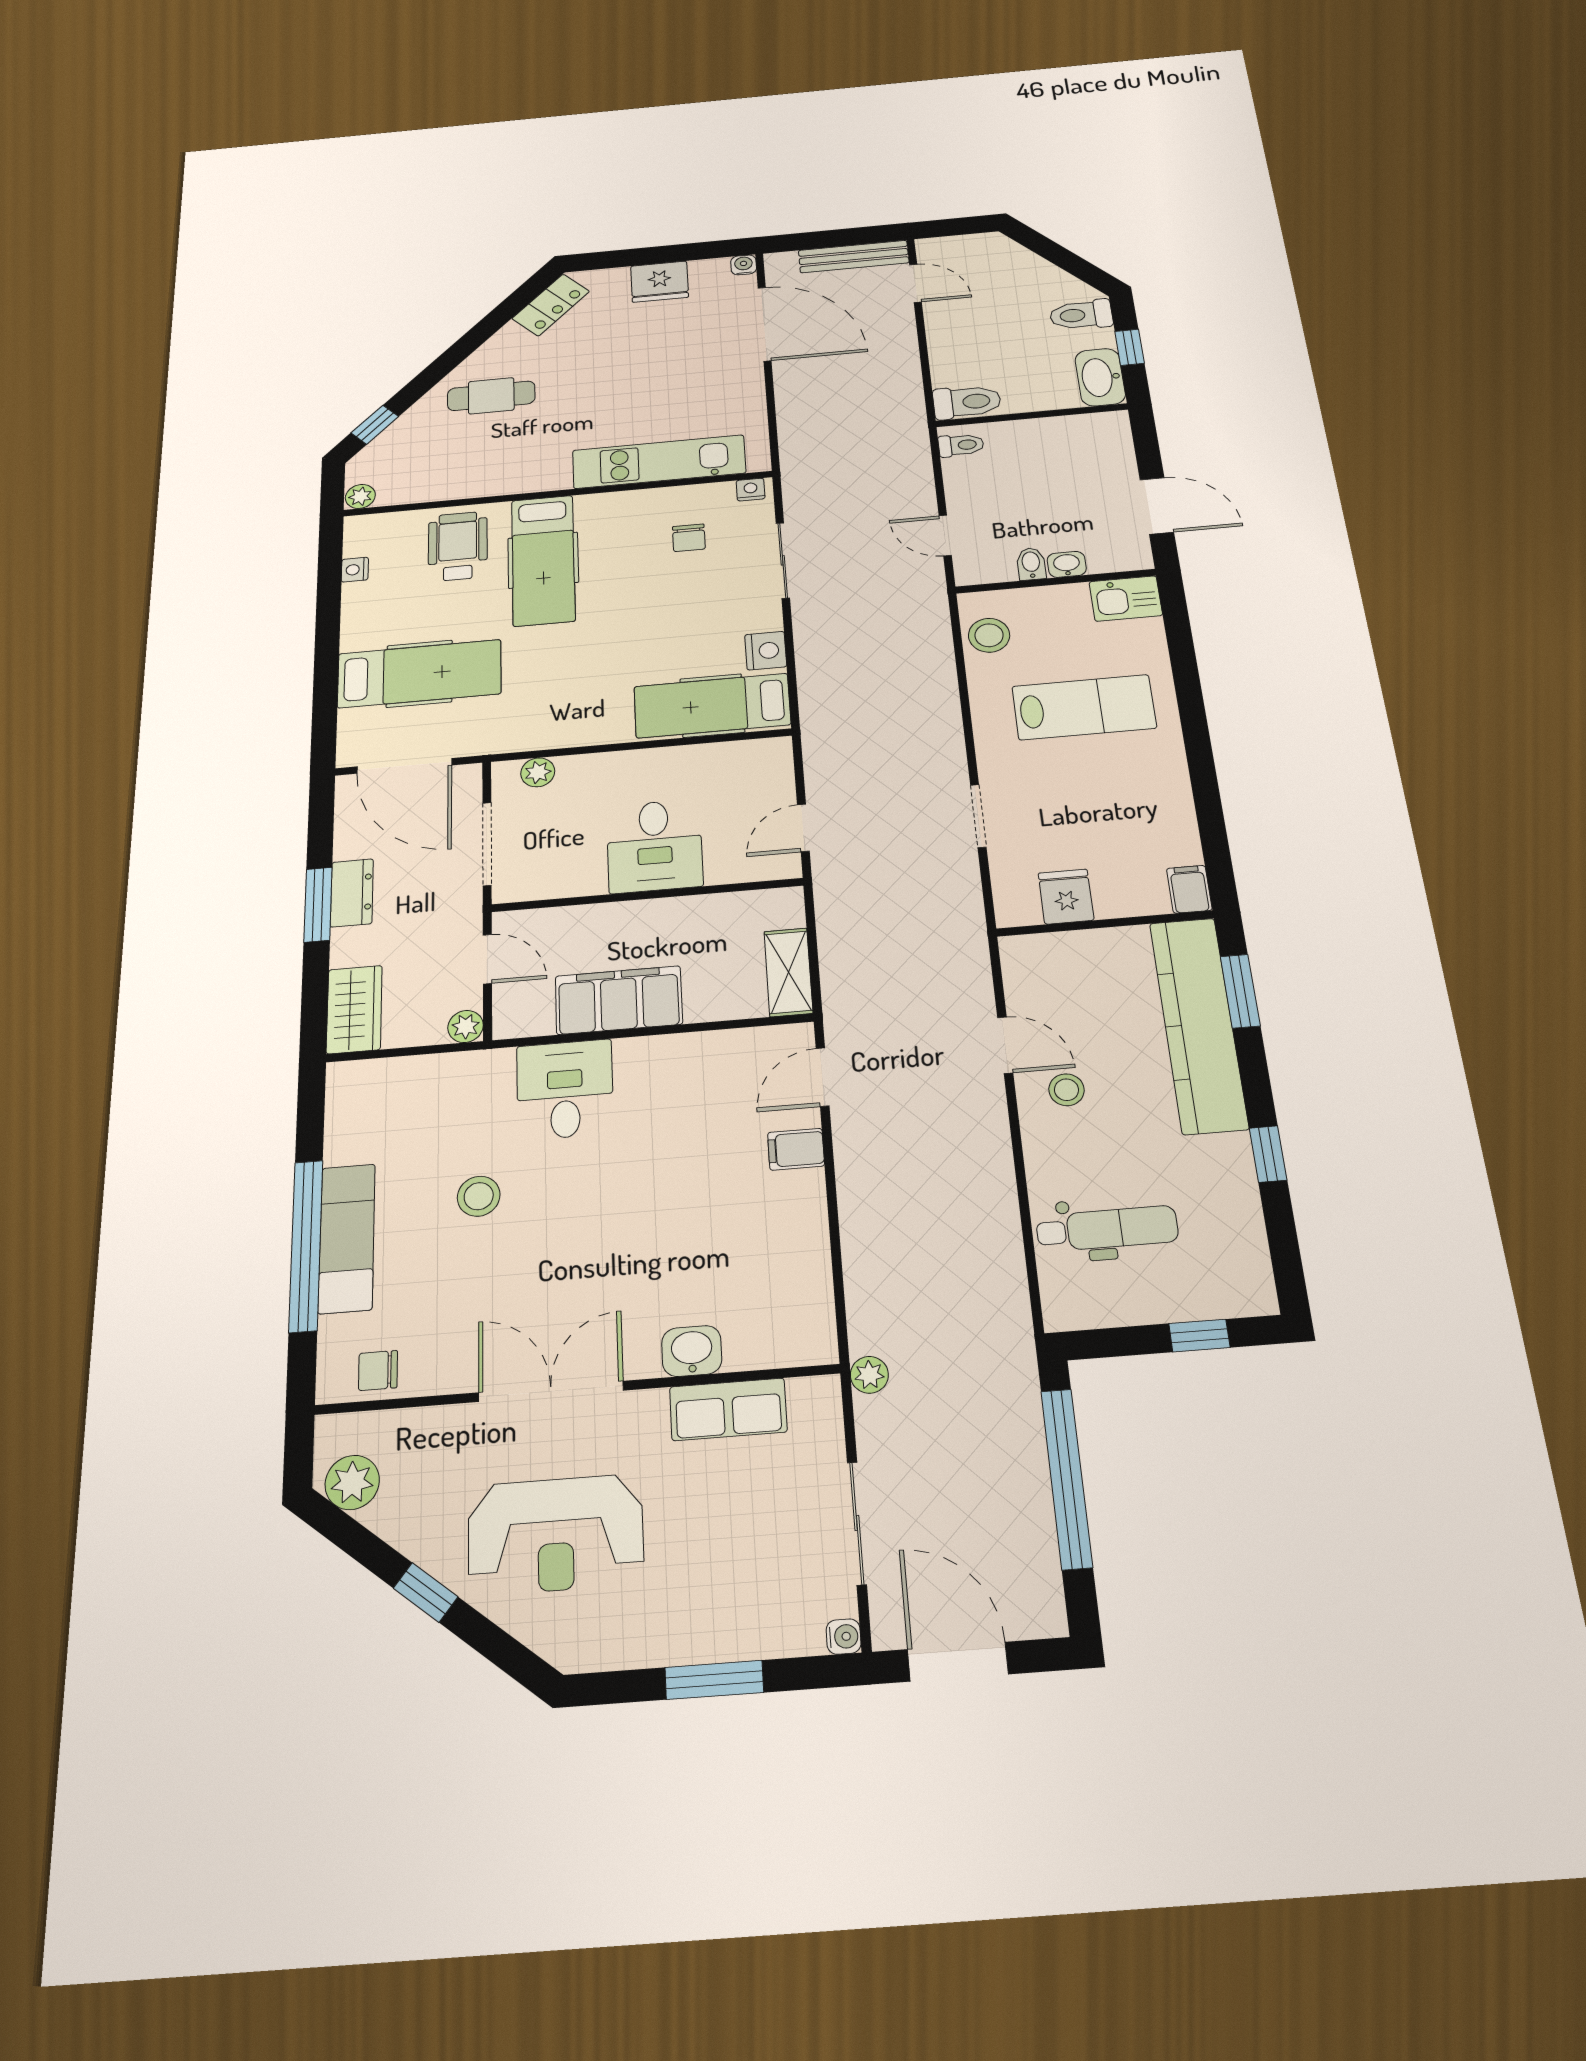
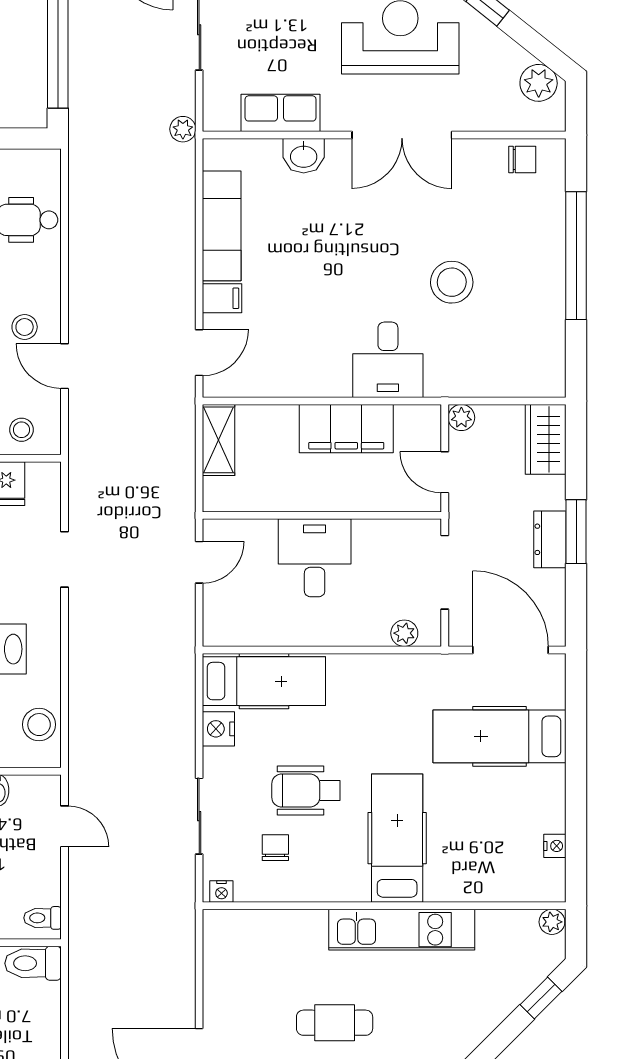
cafe table: (491, 396) -> (335, 1023), moved
kitchen unit: (659, 462) -> (402, 930), moved
wheelchair: (458, 546) -> (306, 791), moved, turned 90
stool: (1054, 962) -> (21, 430), added
stool: (479, 1196) -> (452, 282), width x1.38, depth x1.38
exam couch: (347, 1238) -> (222, 226), moved, turned 180

